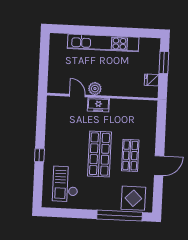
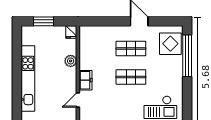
fridge: (152, 80) -> (71, 32), moved
plant: (95, 89) -> (71, 61), moved
shop shelf: (100, 154) -> (131, 77), width x0.70, depth x0.74

